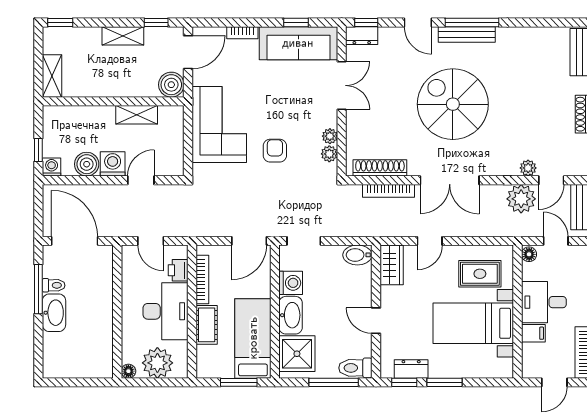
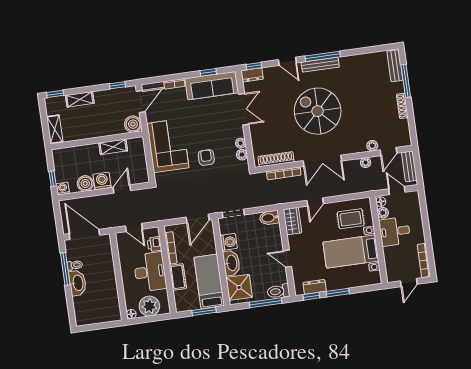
shelving: (123, 36) -> (80, 99), moved
plant: (521, 199) -> (366, 163), width x0.53, depth x0.53
plant: (530, 272) -> (383, 213), added
filing cabinet: (533, 333) -> (391, 253), removed

